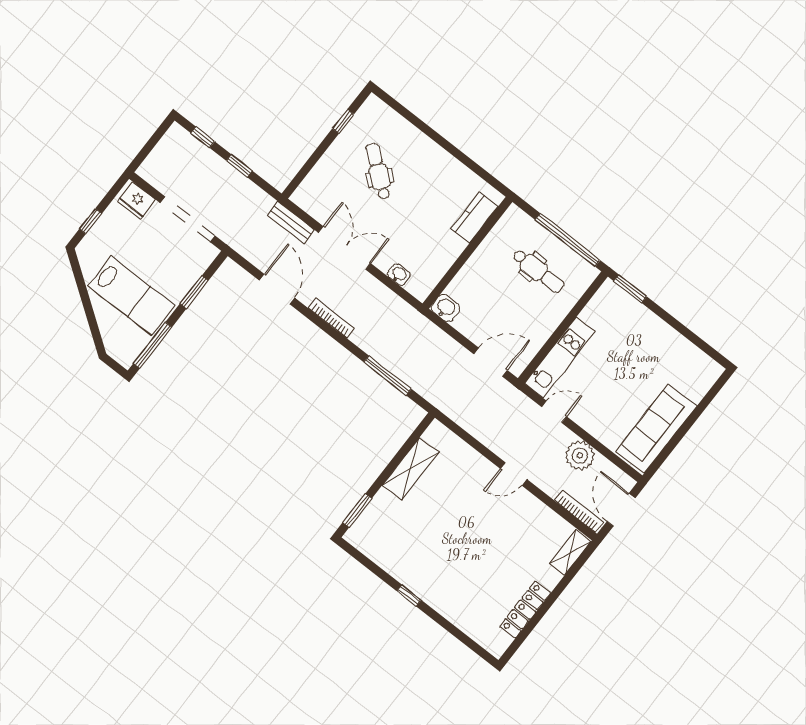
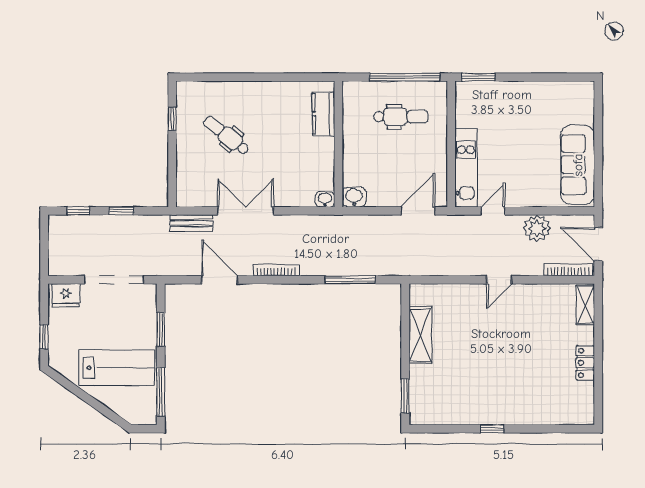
washbasin: (399, 275) -> (325, 199), moved
locker: (525, 610) -> (585, 363), width x0.66

